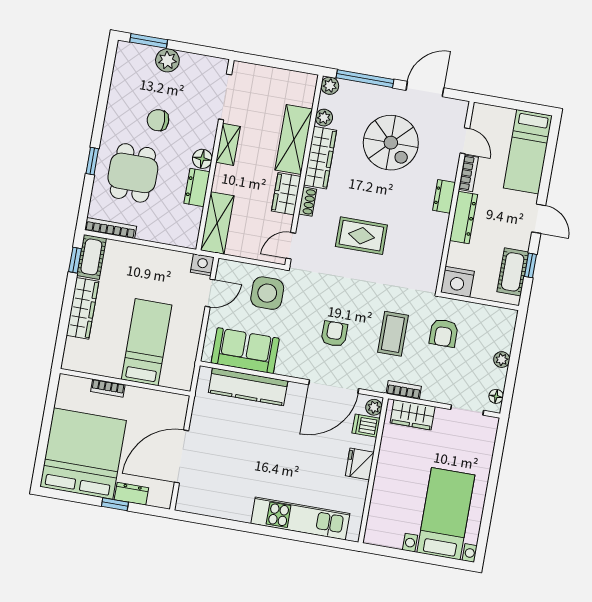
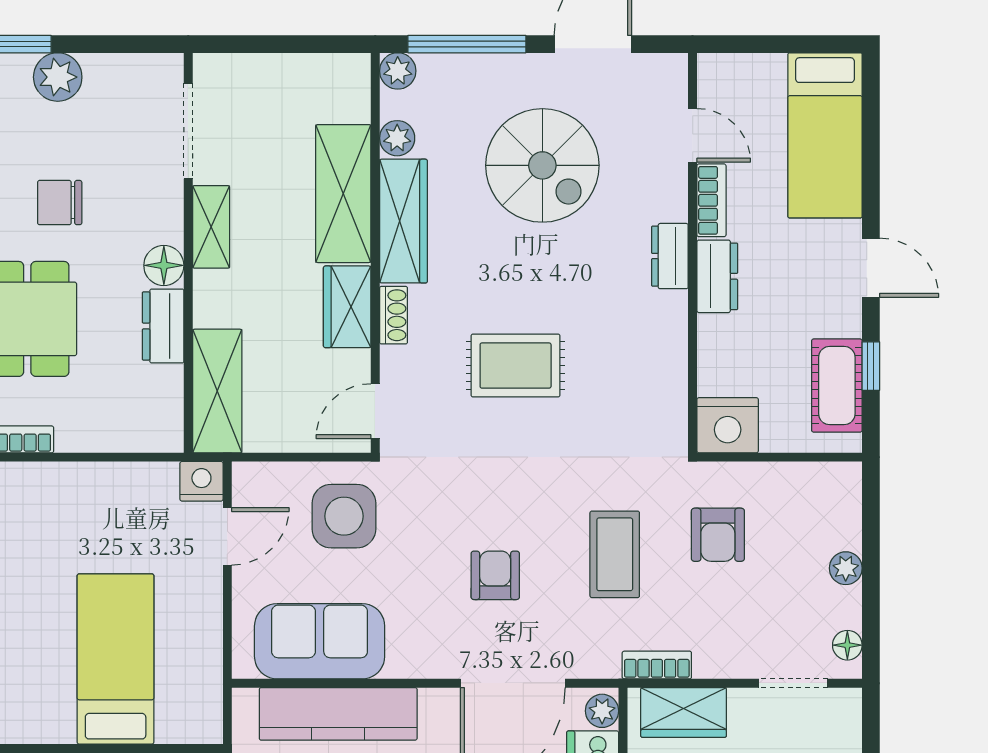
dresser: (464, 218) -> (717, 276), width x0.70

